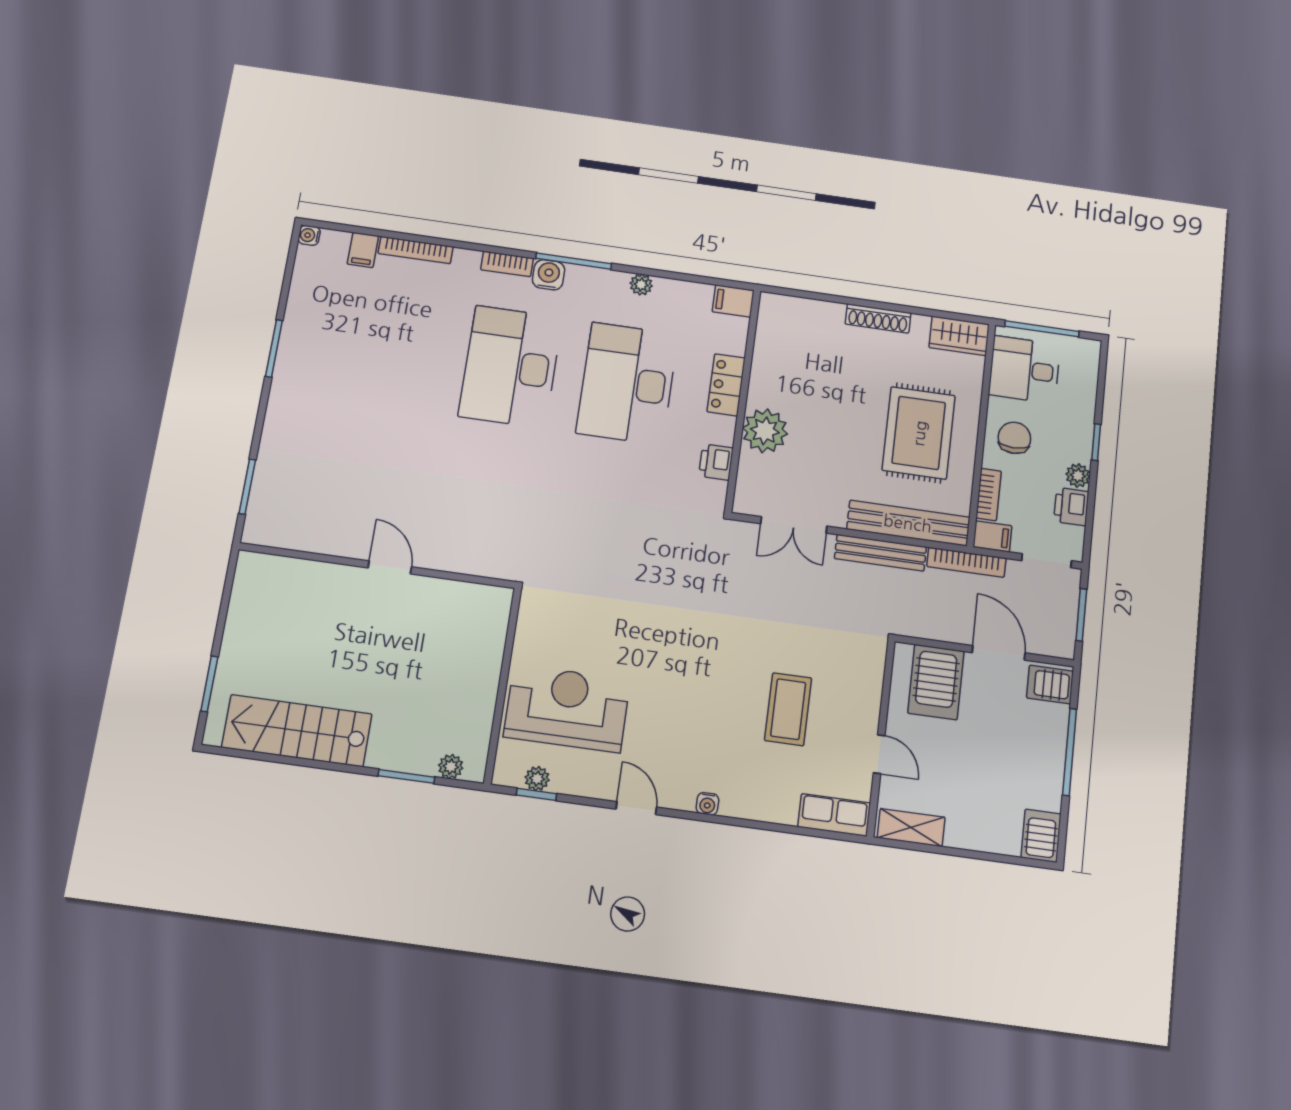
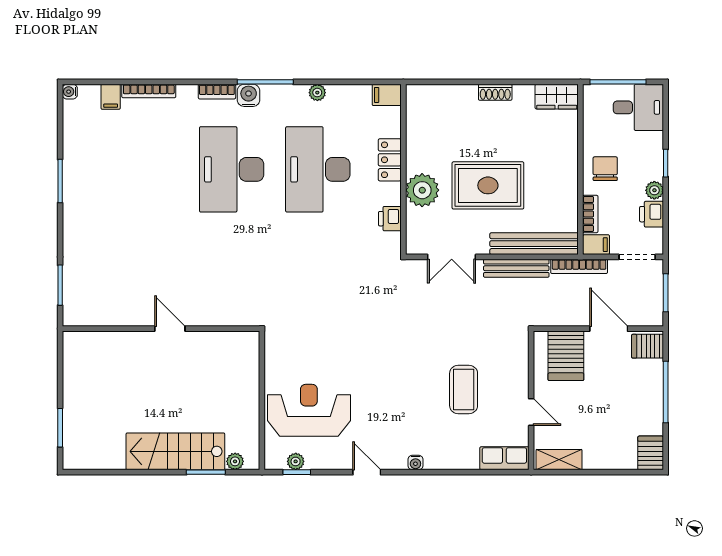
shoe rack: (878, 318) -> (495, 92), width x0.70
desk: (1024, 370) -> (638, 107), moved, turned 180
rug: (919, 433) -> (488, 185), moved, turned 90
stairs: (297, 731) -> (175, 451), moved

